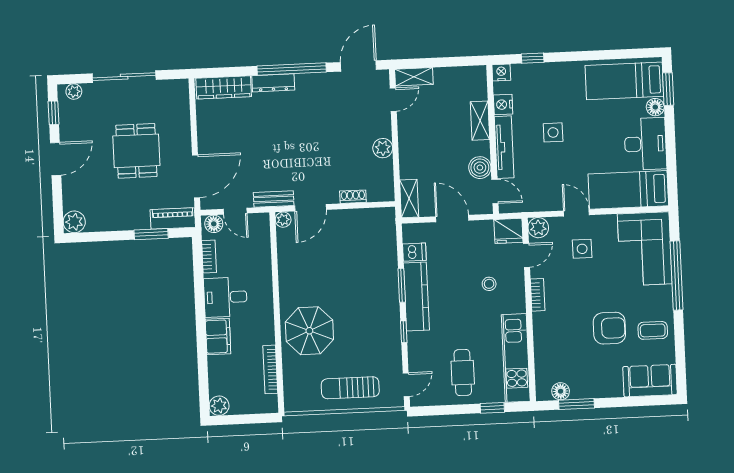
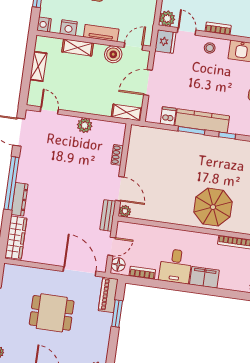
shelving: (414, 77) -> (38, 66), moved
tv unit: (504, 147) -> (101, 33), width x0.71
stool: (489, 284) -> (210, 48), moved

